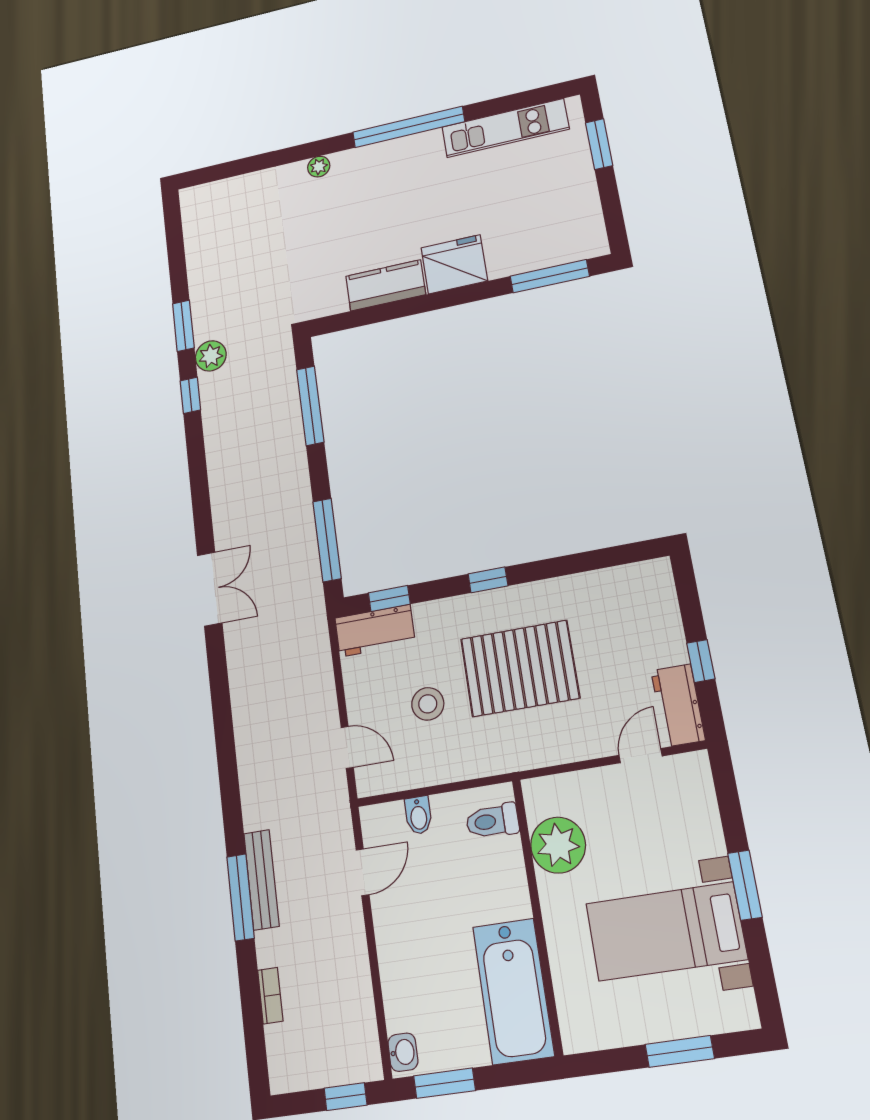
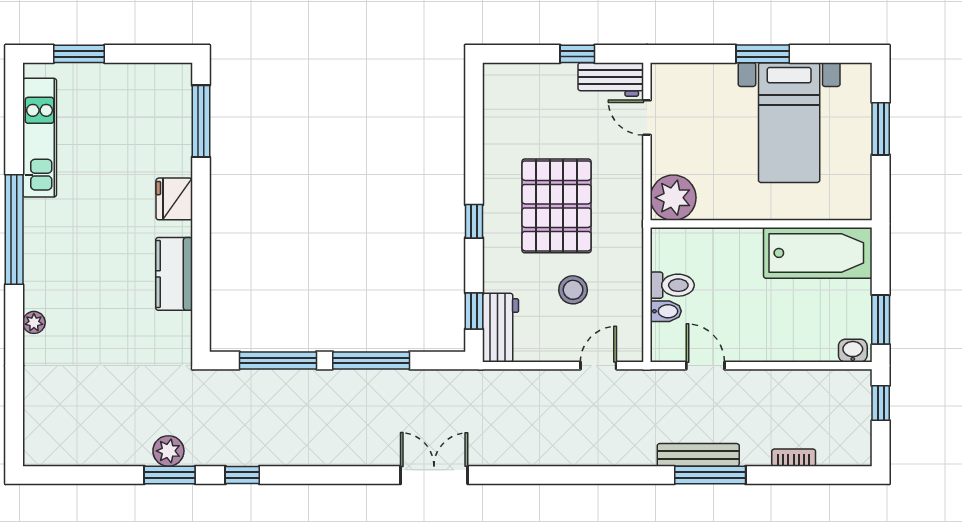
fridge: (454, 264) -> (174, 199), width x0.73, depth x0.75
plant: (211, 356) -> (168, 451), moved
window: (327, 540) -> (371, 360), moved
toilet: (492, 821) -> (672, 285), moved, turned -90
plant: (558, 845) -> (673, 198), moved

